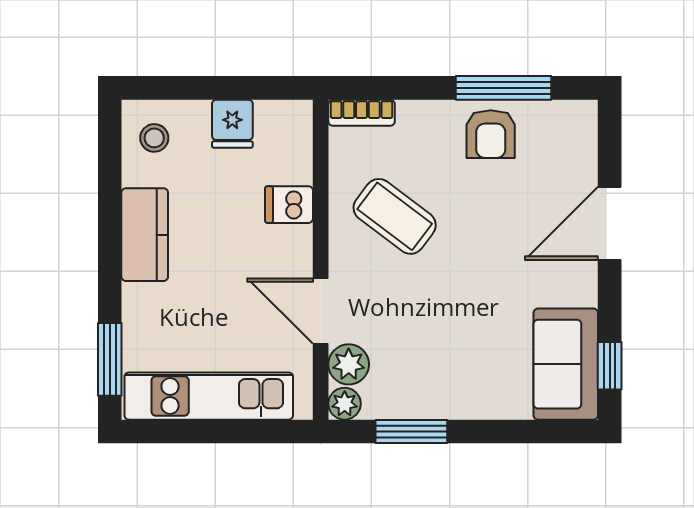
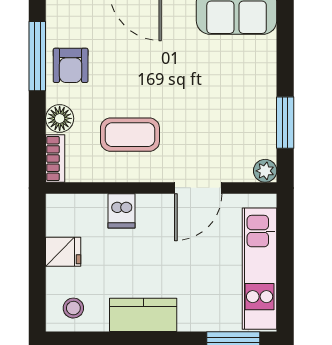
floor lamp: (417, 119) -> (60, 118), added
armchair: (491, 134) -> (71, 65), turned 90
coffee table: (395, 216) -> (130, 135), turned 53
plant: (349, 364) -> (237, 168), removed

